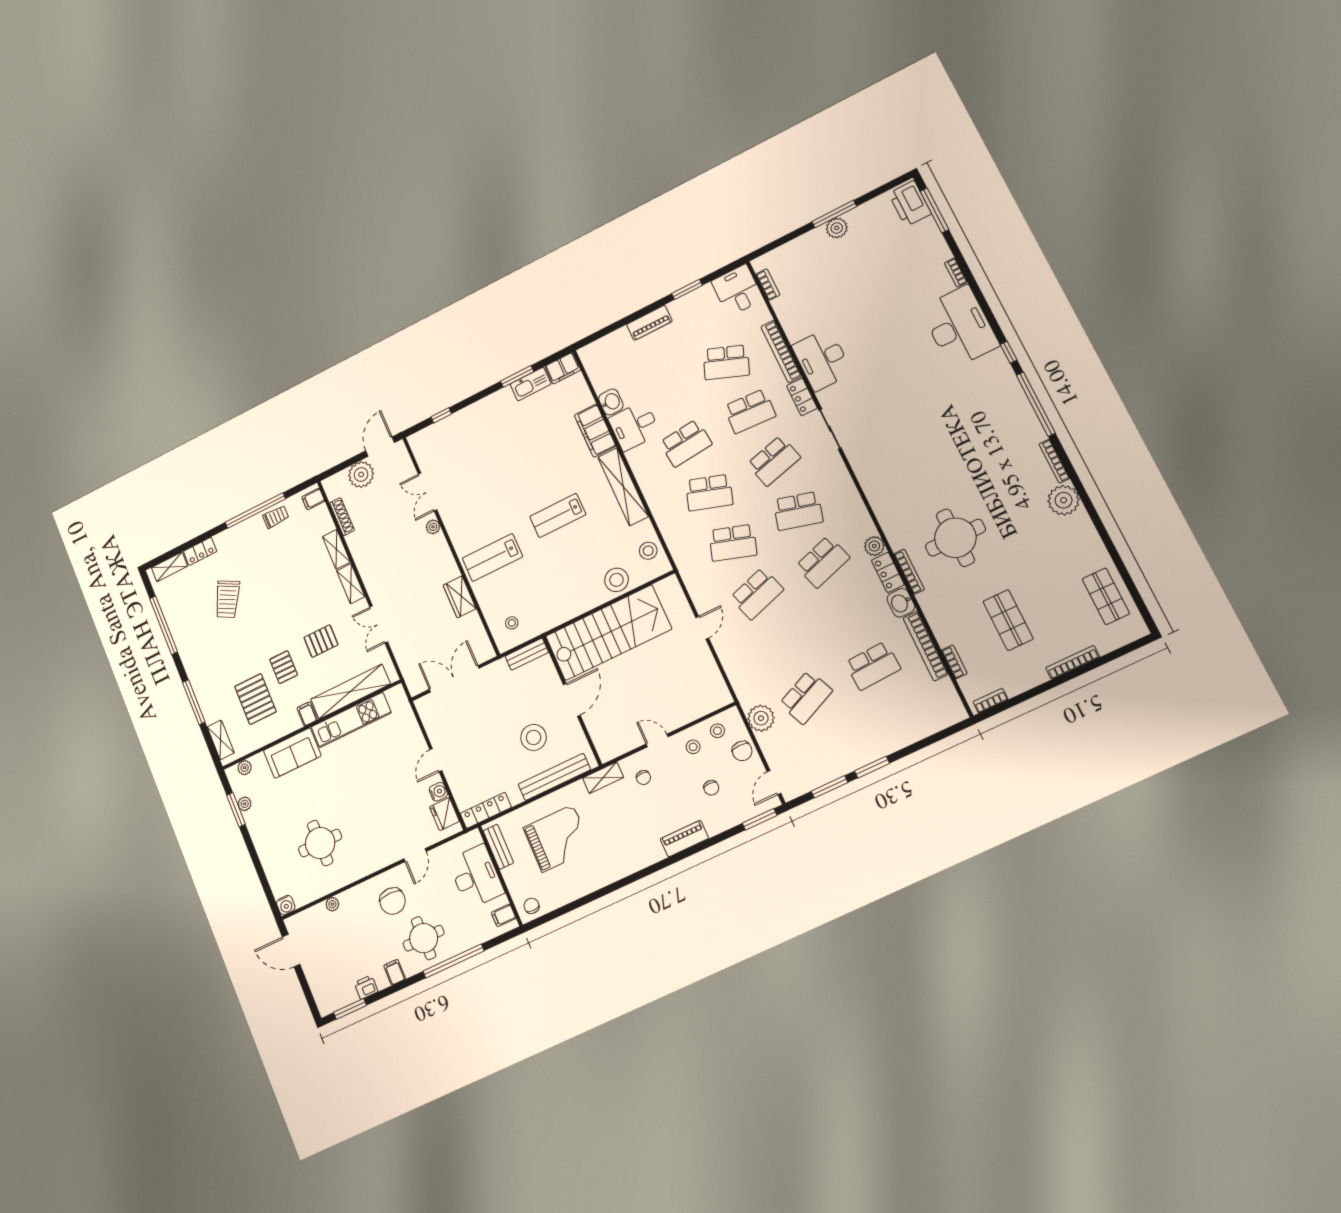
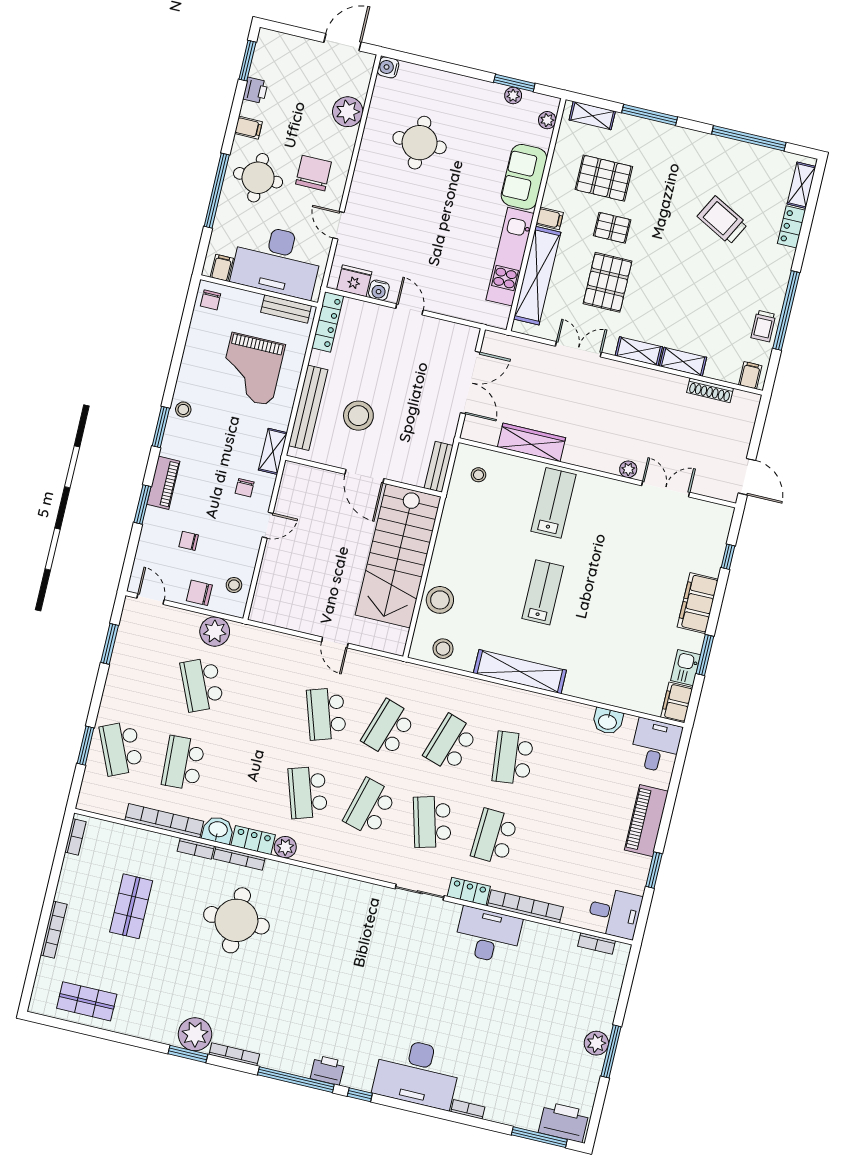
piano: (649, 323) -> (646, 821), width x1.37, depth x1.33
school desk: (726, 362) -> (121, 748), moved, turned -45
kitchen sink: (531, 384) -> (686, 668), width x0.73
printer: (1010, 388) -> (328, 1070), added
desk: (634, 426) -> (656, 746), moved
filing cabinet: (595, 431) -> (698, 603), moved, turned -90
plant: (361, 474) -> (735, 439), removed
window: (1083, 494) -> (188, 1054), added
wardrobe: (460, 597) -> (531, 442), width x1.50
shop shelf: (1008, 620) -> (131, 906), turned 90
pallet: (321, 641) -> (608, 282), width x1.50, depth x1.42
bookcase: (954, 662) -> (196, 849), moved
stool: (693, 747) -> (183, 409), moved
window: (872, 767) -> (86, 746), moved
chair: (643, 778) -> (245, 488), turned -90
window: (760, 819) -> (143, 504), moved
window: (646, 872) -> (161, 427), added
desk: (476, 877) -> (277, 261), width x1.36, depth x1.30
chair: (393, 901) -> (314, 173), turned 90
plant: (332, 904) -> (348, 112), width x1.87, depth x1.87
chair: (532, 906) -> (211, 300), turned 90

